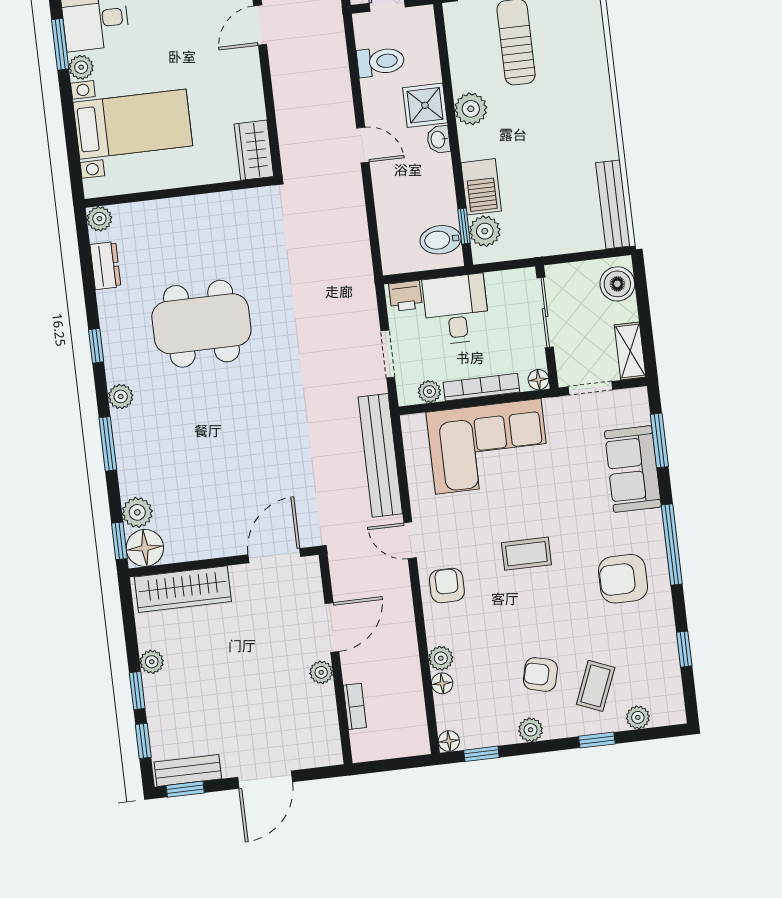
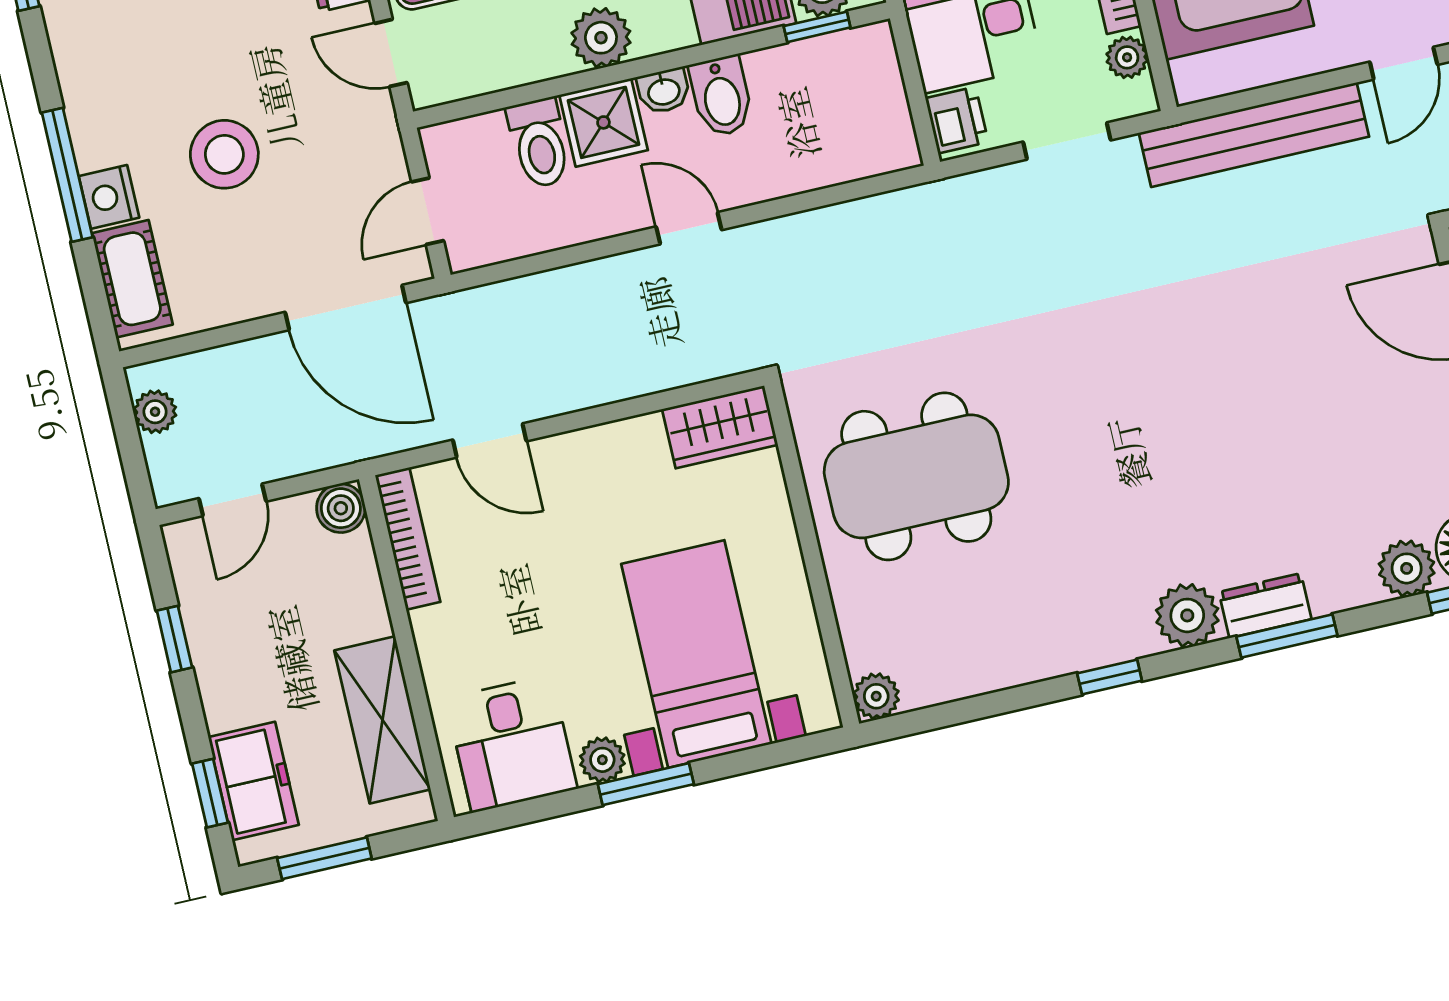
window: (60, 44) -> (646, 784), moved
toilet: (381, 62) -> (539, 143), moved, turned 180
door: (363, 145) -> (689, 228), hinge flipped
bidet: (440, 240) -> (721, 96), moved
dresser: (105, 266) -> (1265, 606), moved
dining table: (201, 324) -> (916, 476), moved, turned 90
plant: (121, 396) -> (1187, 615), width x1.38, depth x1.38

